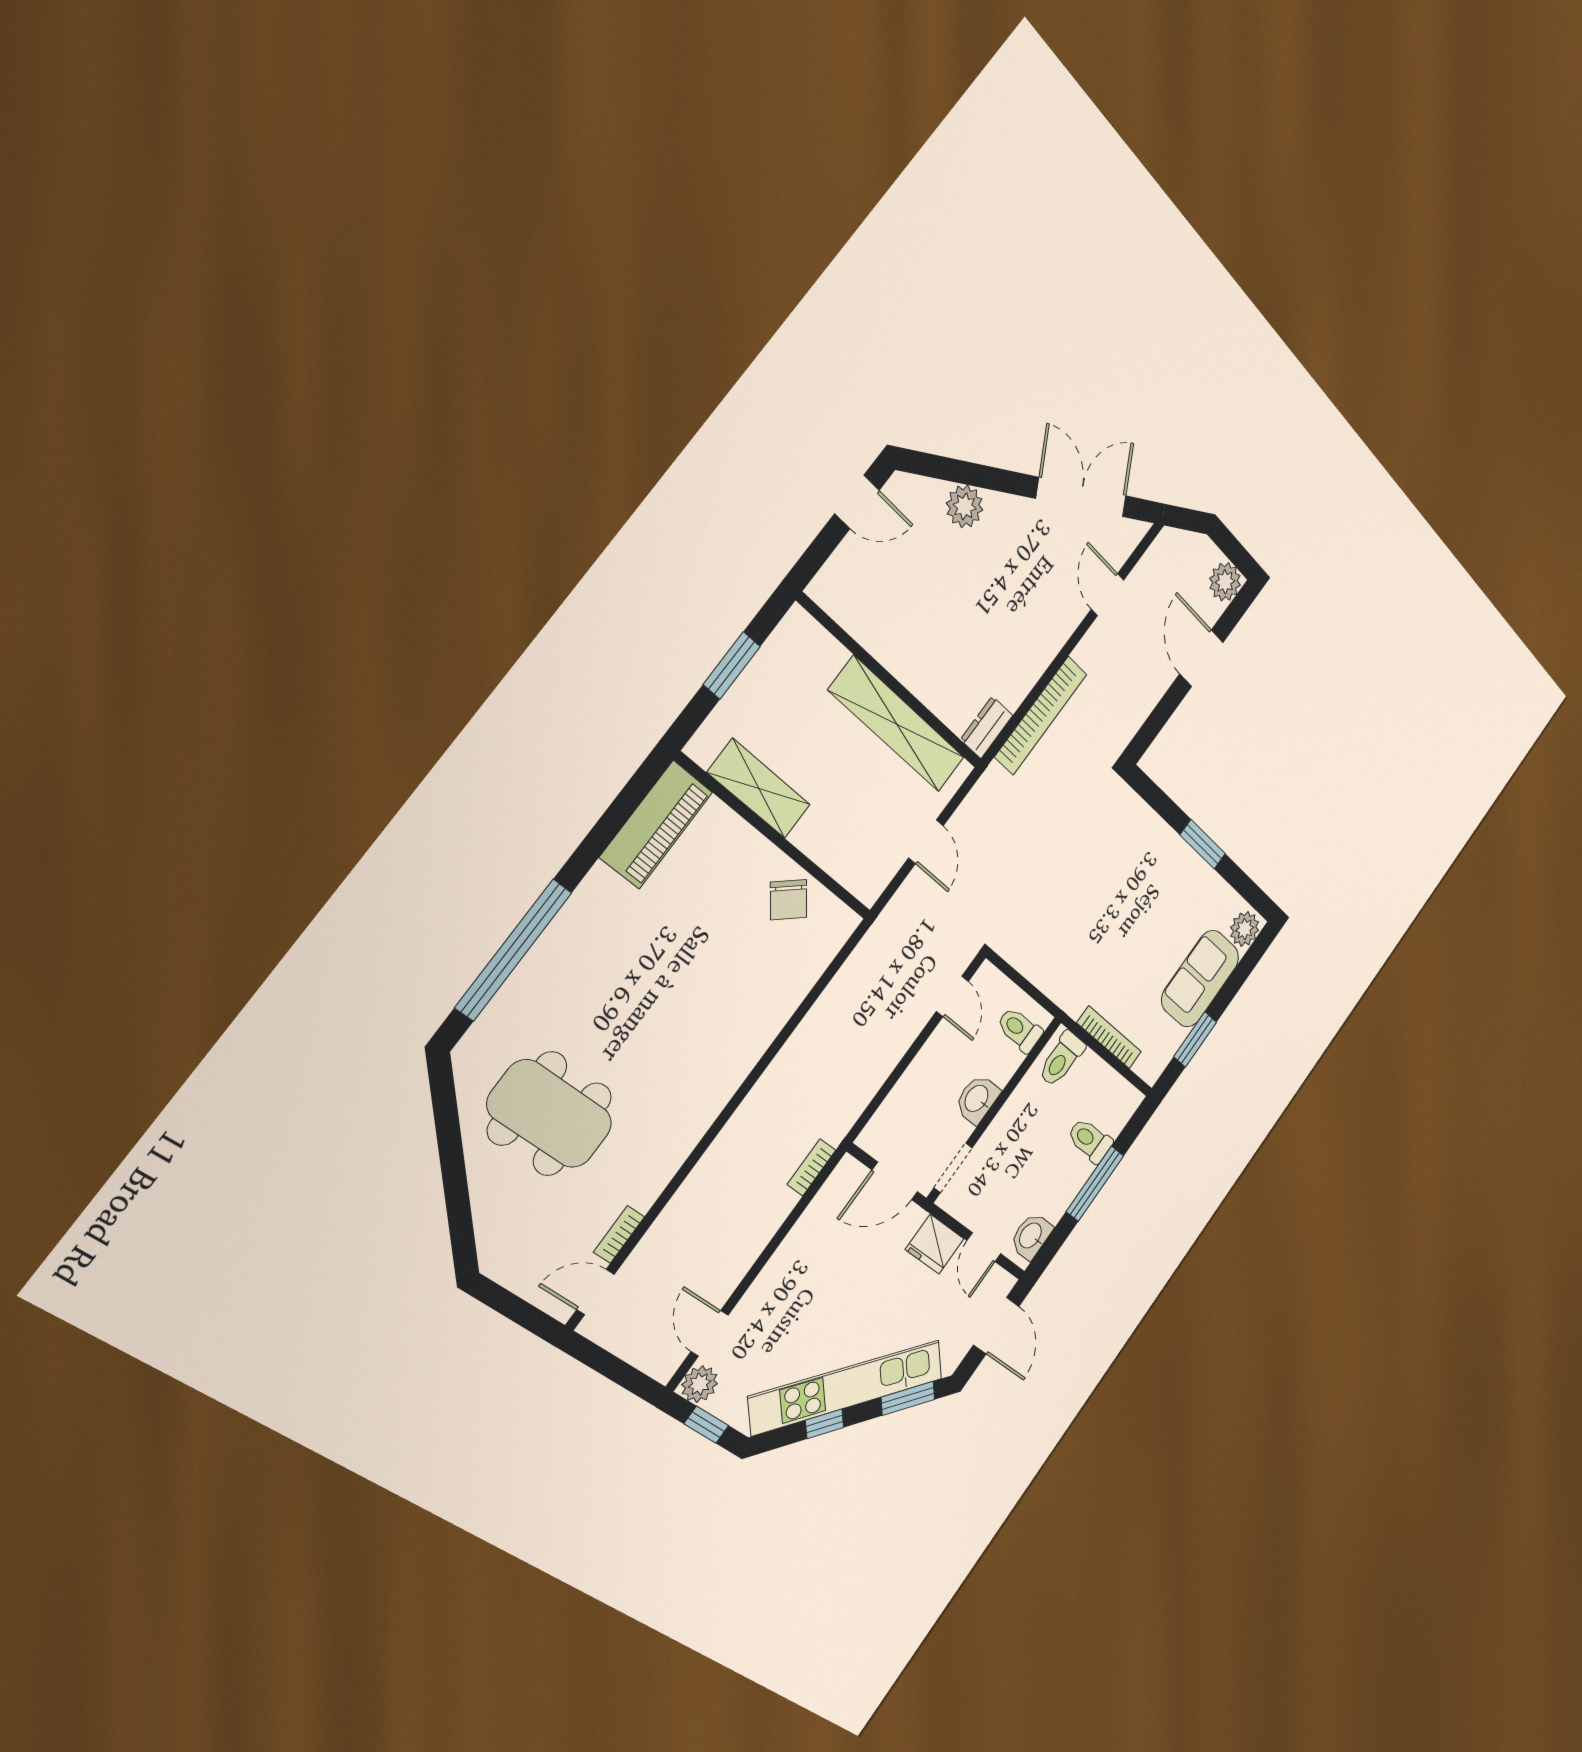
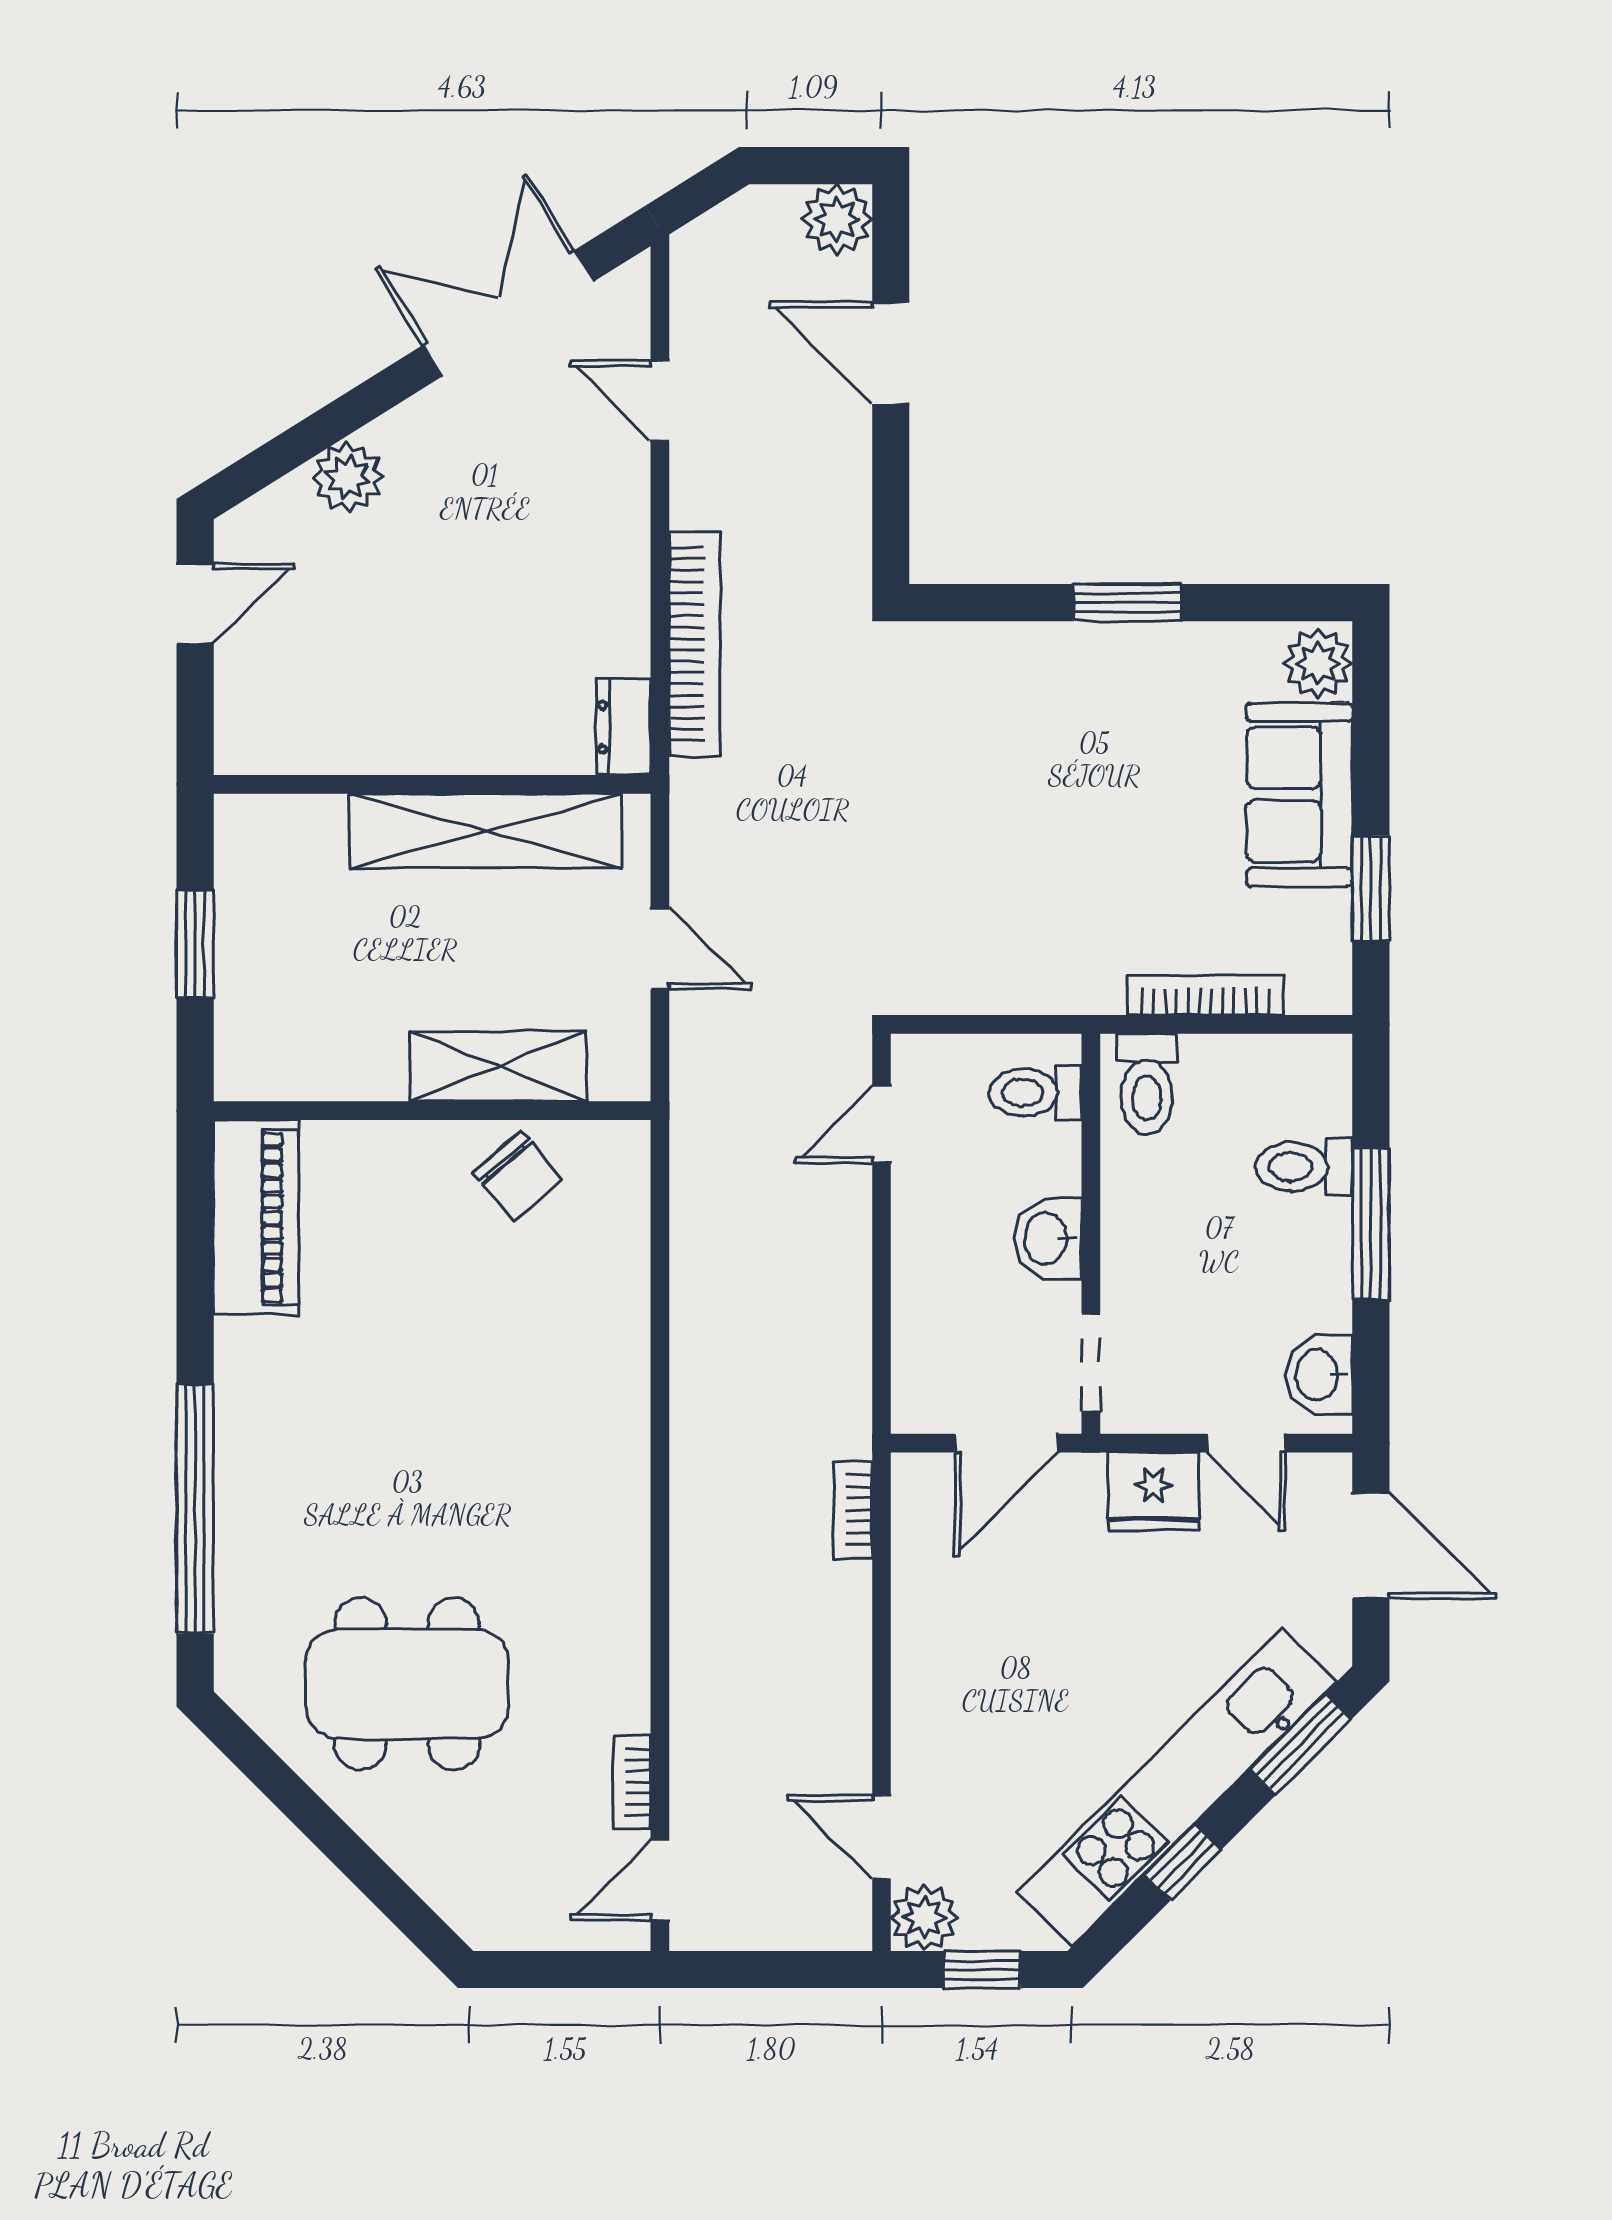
shelving: (759, 789) -> (498, 1066), moved
door: (952, 996) -> (881, 1124), swing flipped

